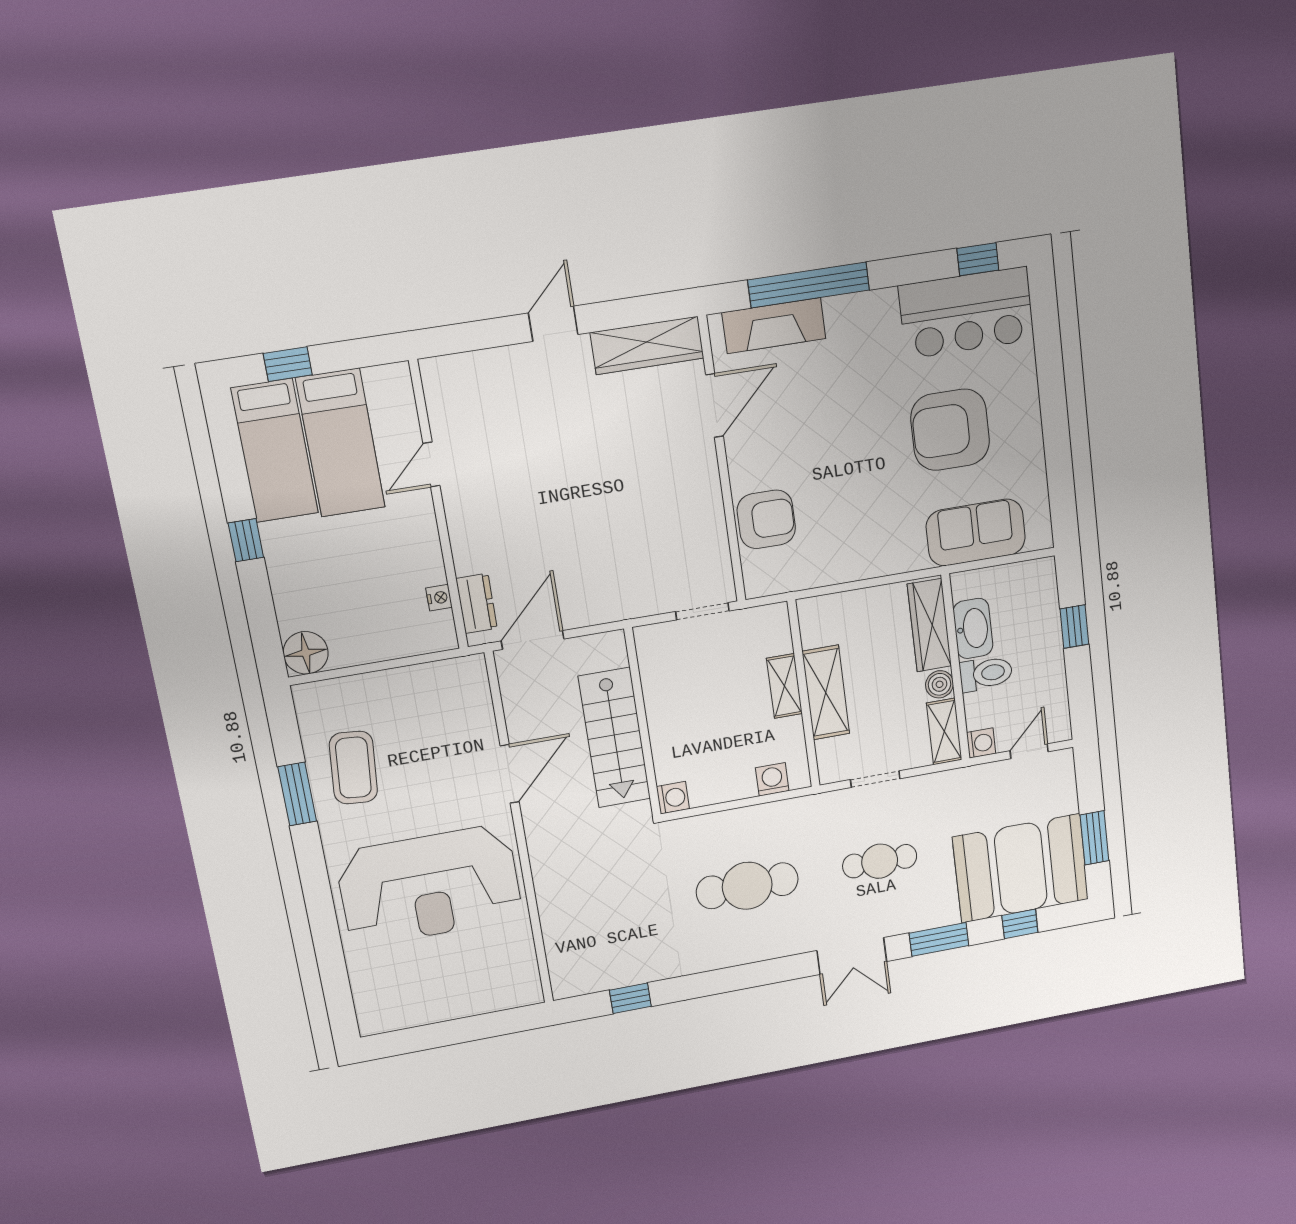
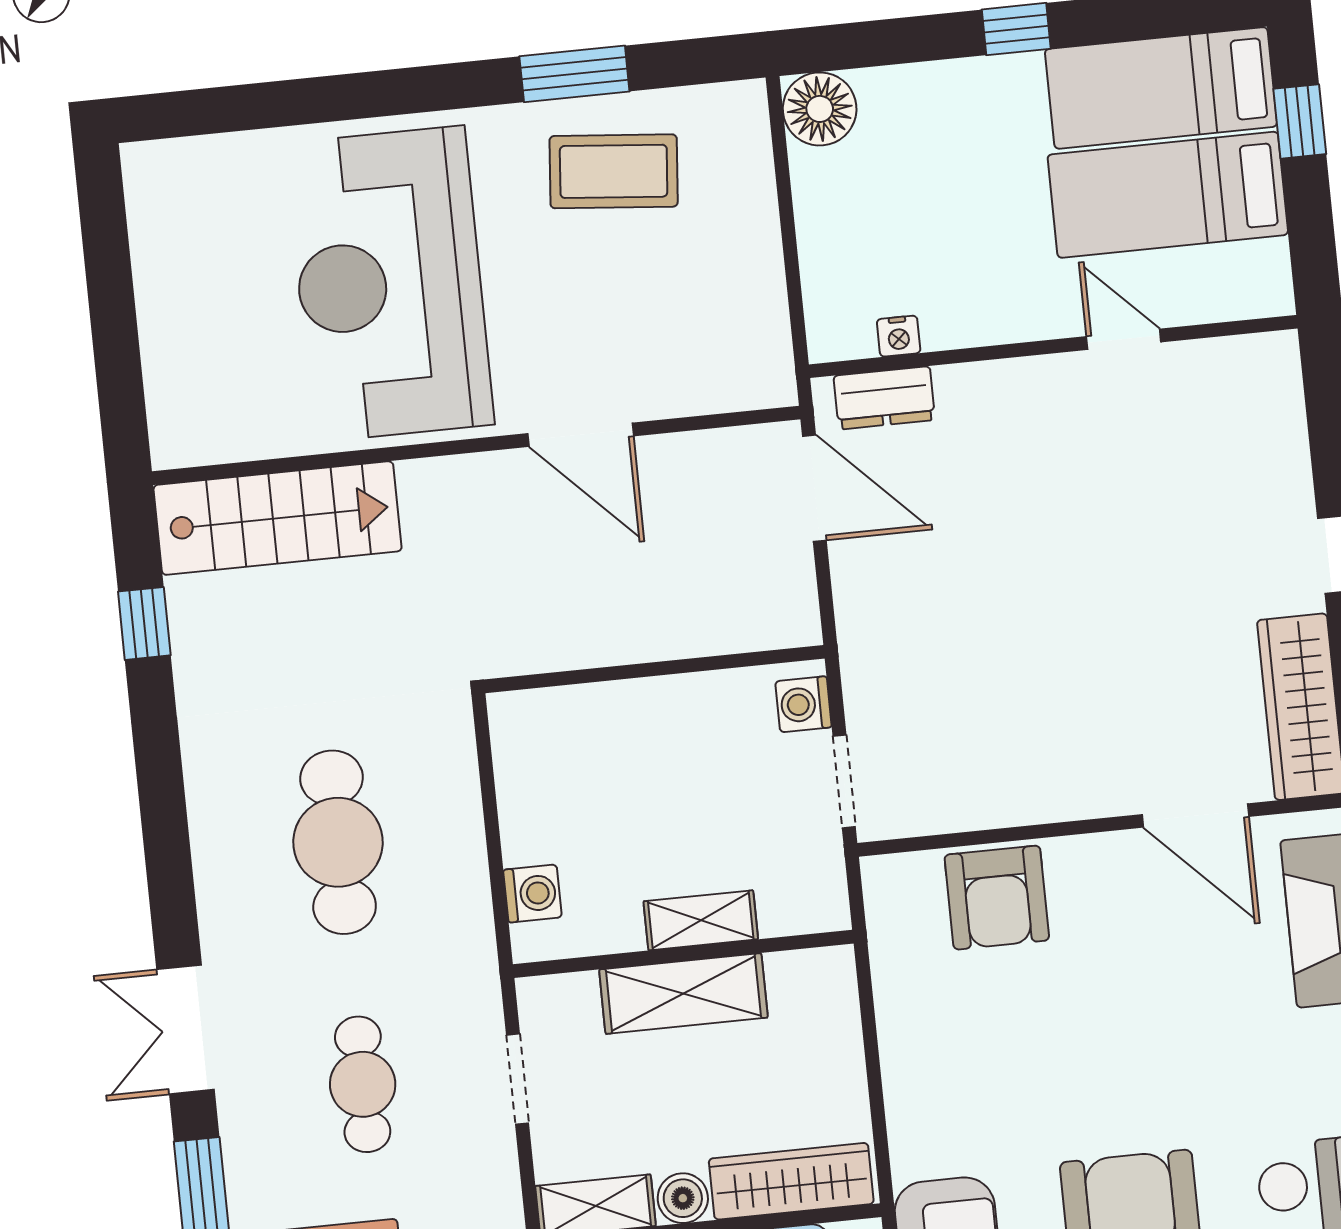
stairs: (614, 738) -> (278, 518), moved, turned 180
washing machine: (673, 798) -> (803, 704), moved, turned 90

